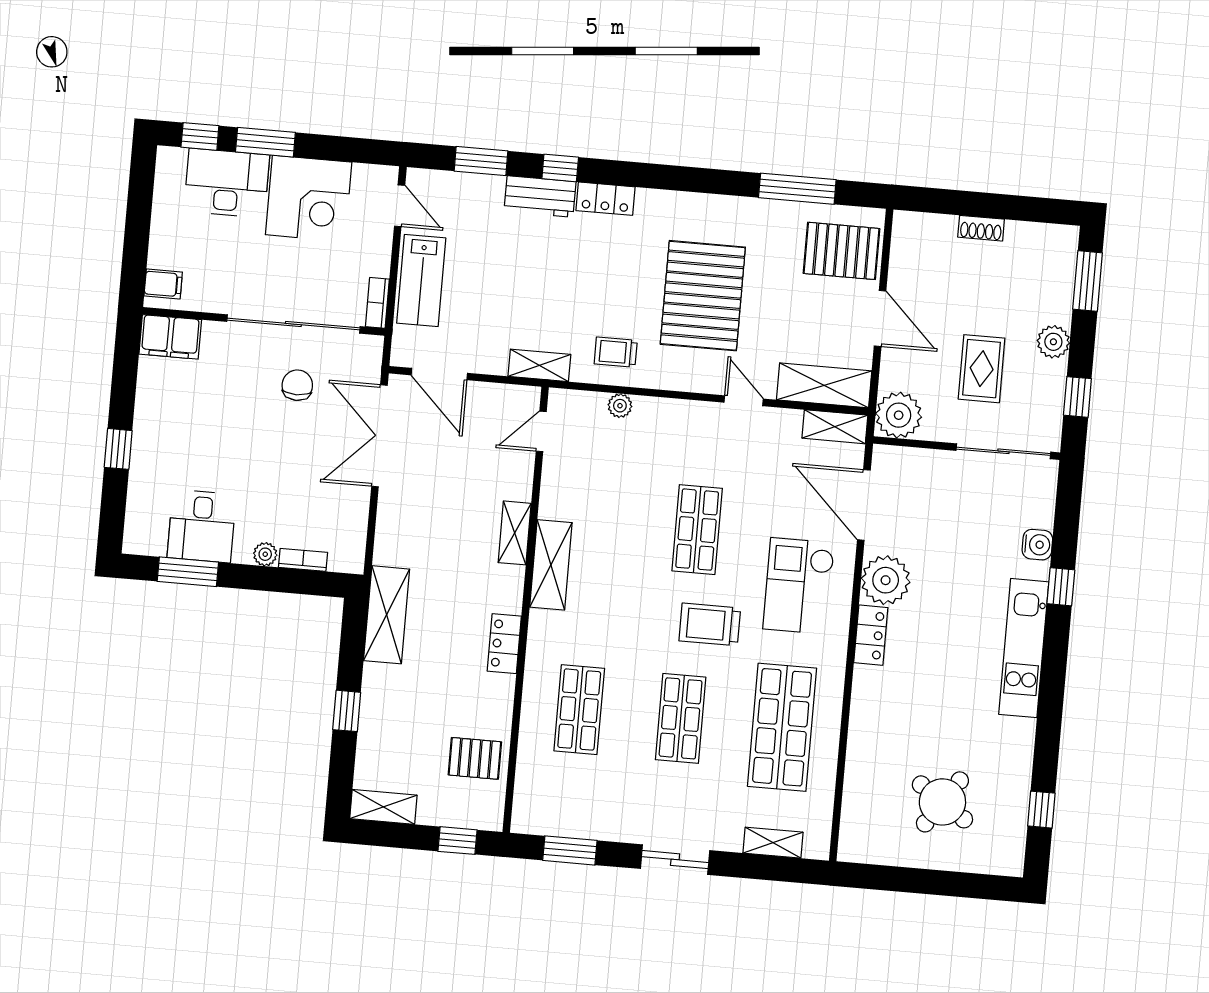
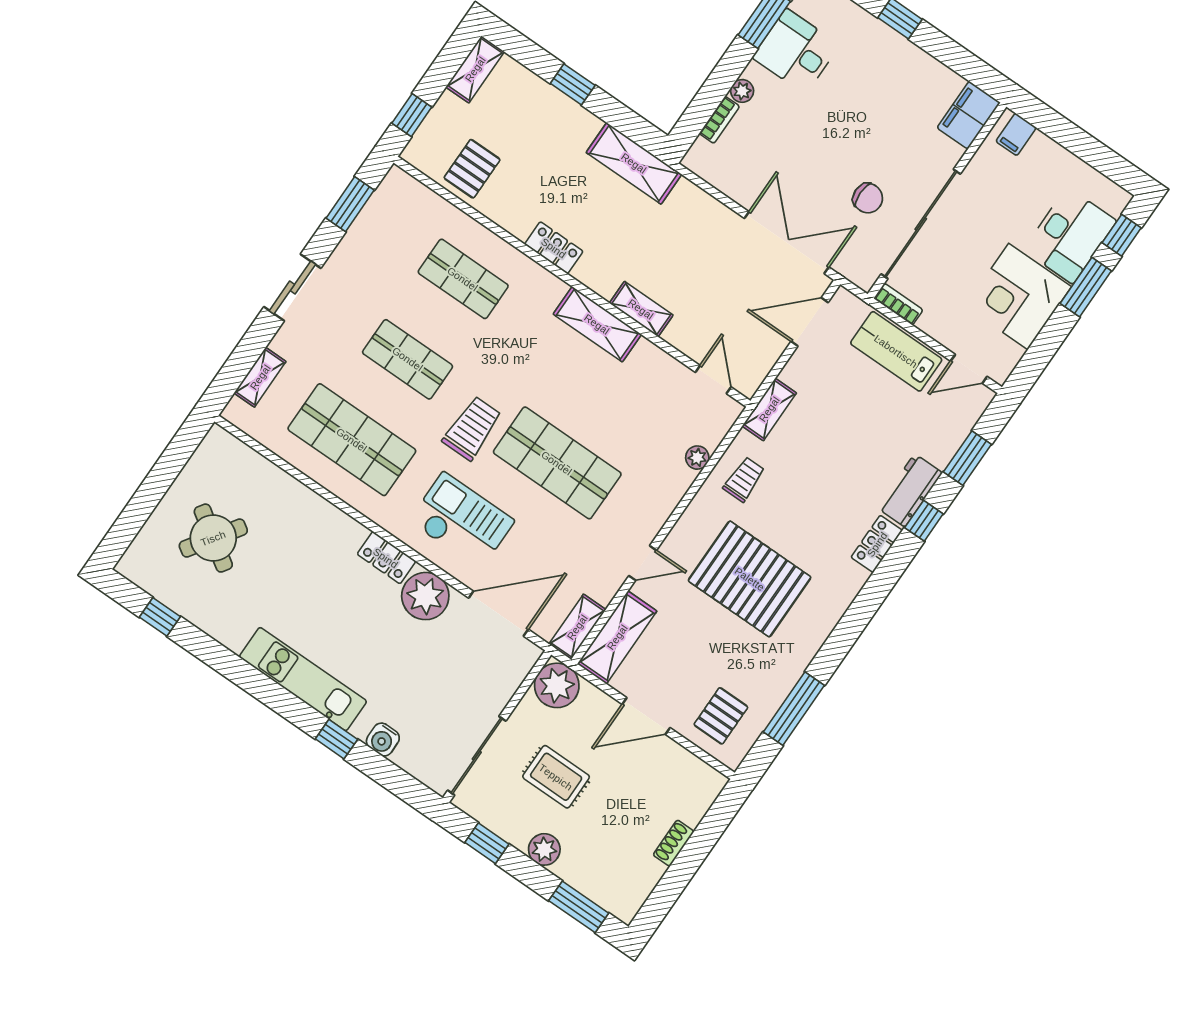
pallet: (841, 251) -> (721, 716), width x0.67, depth x0.71
shop shelf: (697, 530) -> (557, 463), width x1.43, depth x1.36

